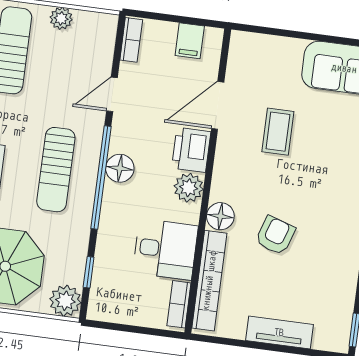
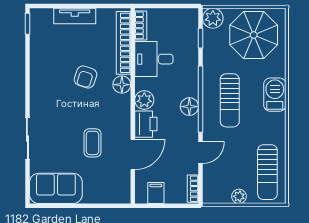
sun lounger: (56, 170) -> (230, 100), turned 180

